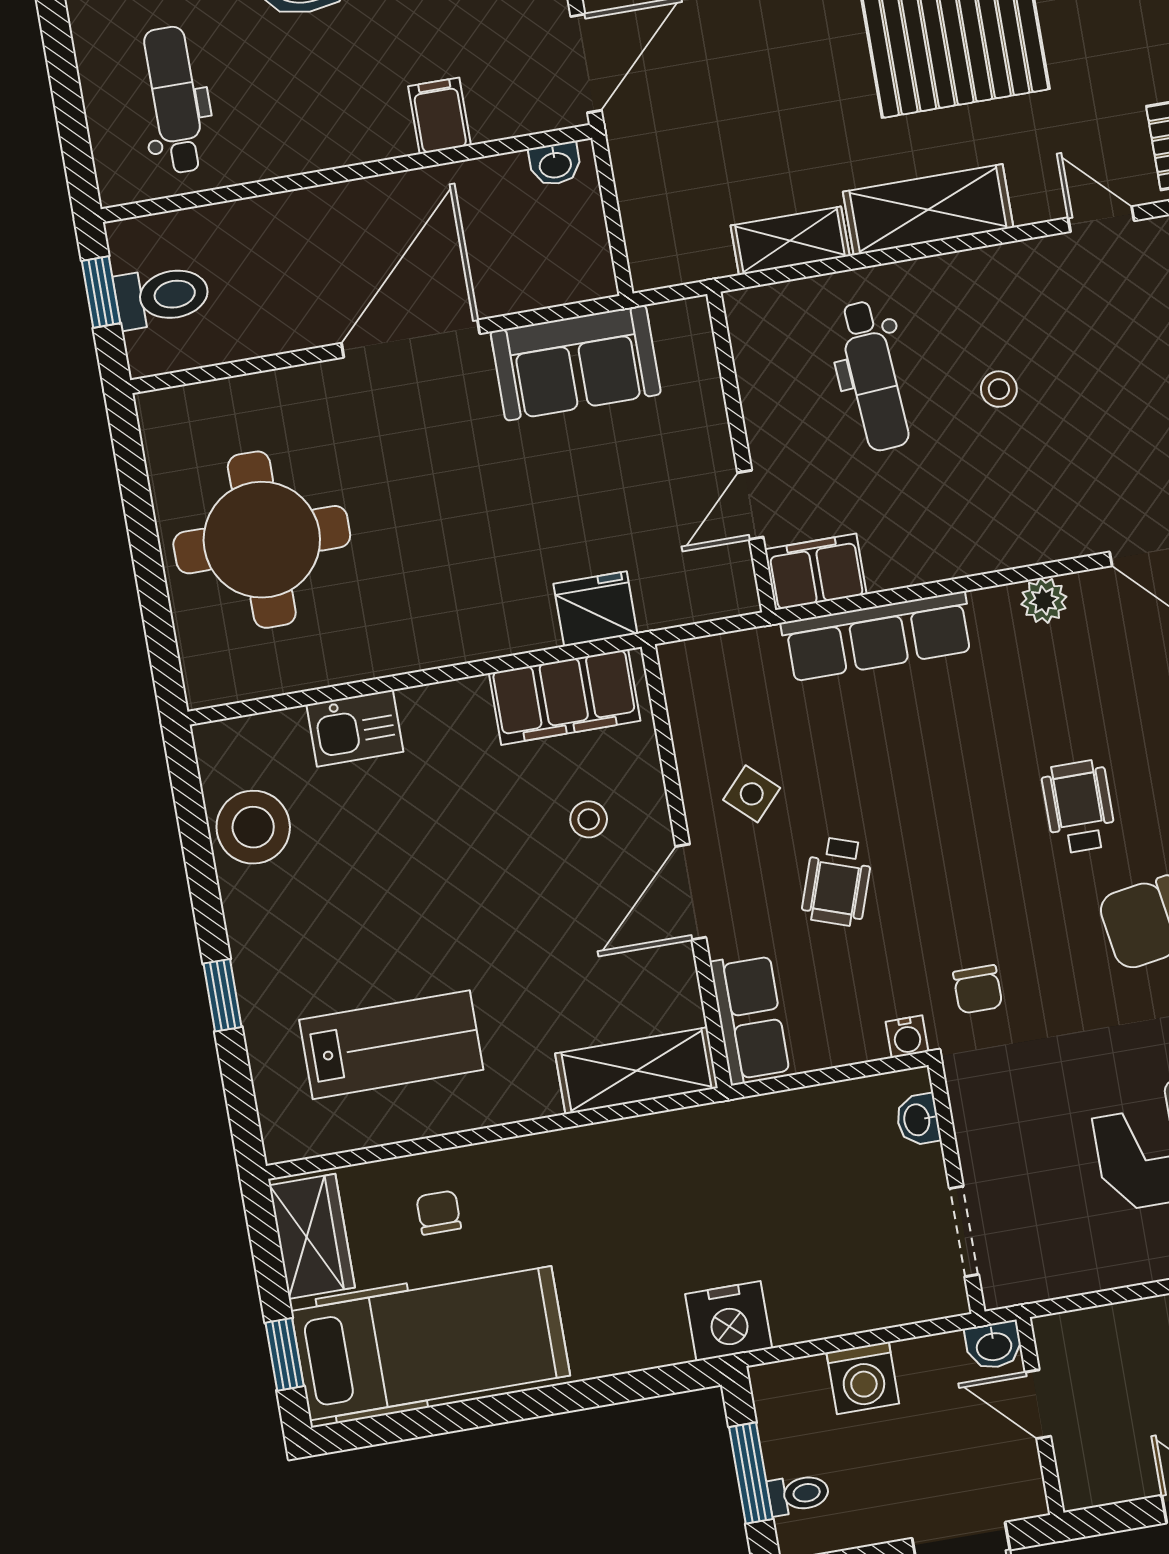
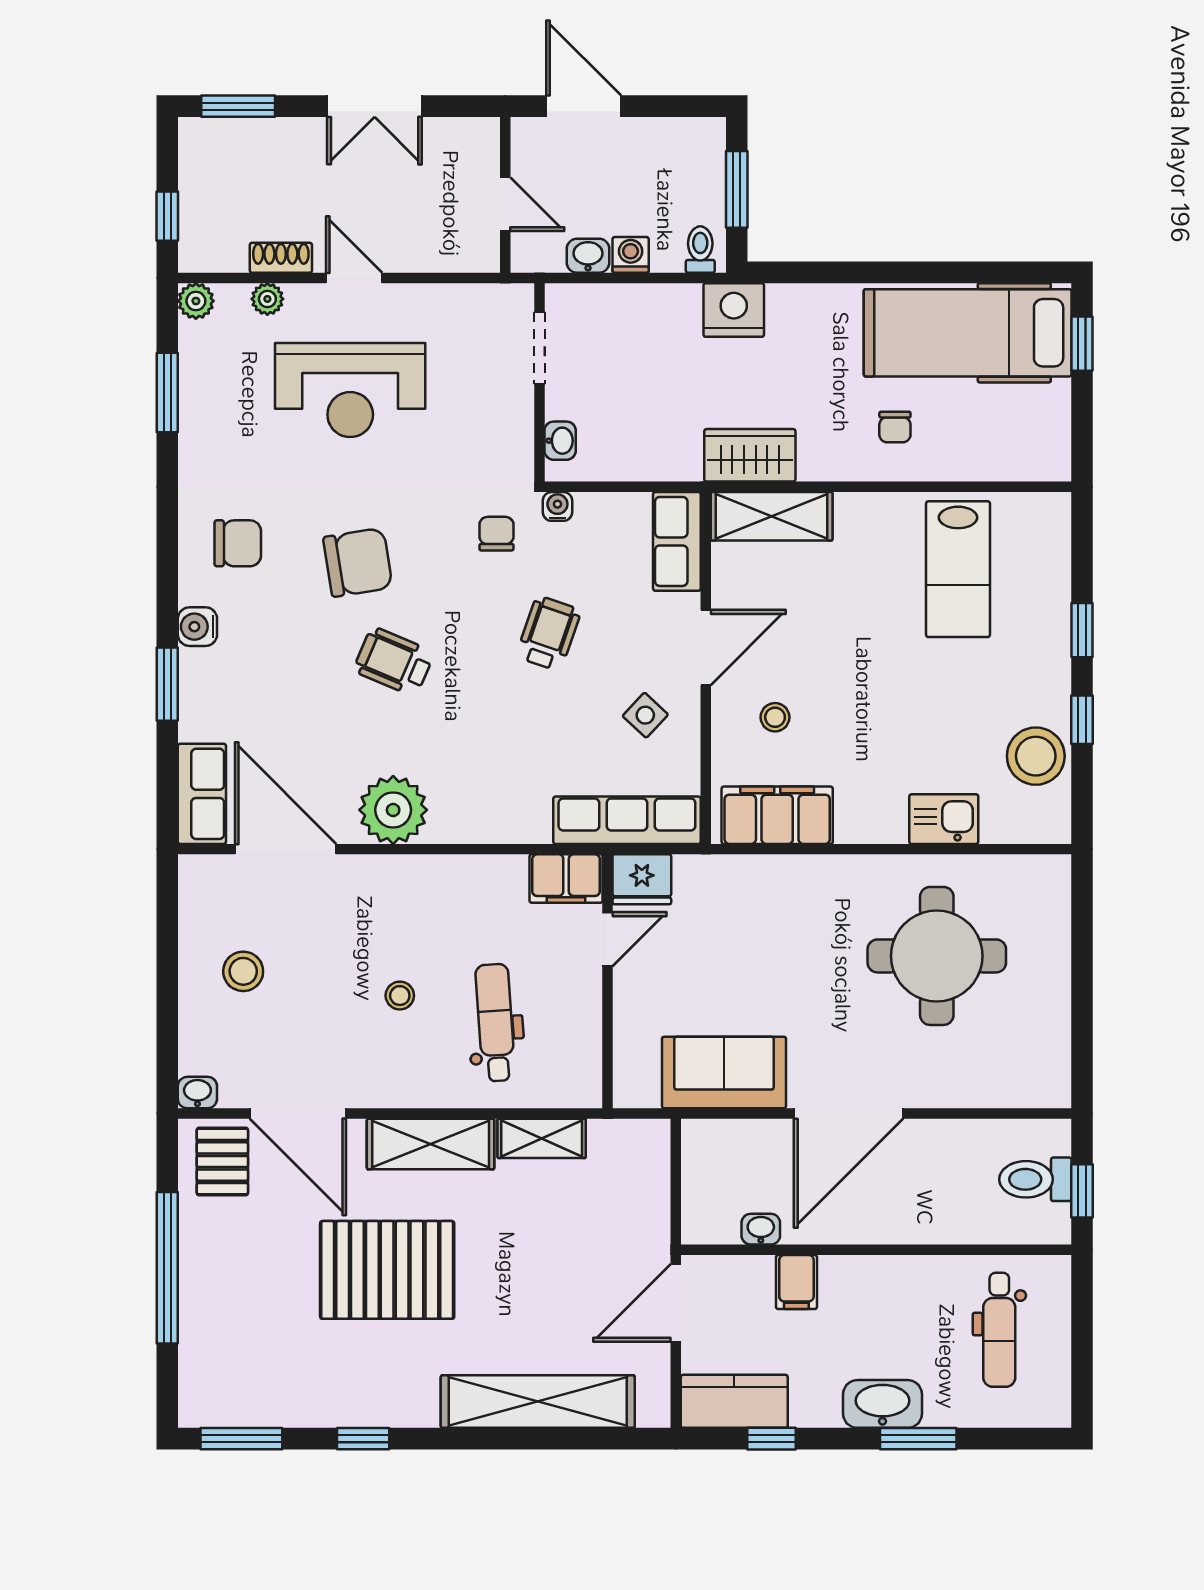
washbasin: (555, 164) -> (761, 1229), moved
door: (1101, 219) -> (298, 1113), width x1.87
round table: (262, 540) -> (937, 956), moved
plant: (1044, 600) -> (393, 810), width x1.87, depth x1.87
fridge: (595, 609) -> (642, 879), moved
row of seats: (878, 636) -> (627, 820), moved
wheelchair: (1079, 807) -> (394, 661), turned 113
wheelchair: (837, 882) -> (549, 633), moved
window: (203, 883) -> (1082, 720), added
lab bench: (391, 1045) -> (958, 569), turned -90
chair: (439, 1213) -> (895, 427), moved
wardrobe: (312, 1236) -> (750, 455), moved, turned 90
washbasin: (994, 1345) -> (588, 256), moved
washing machine: (863, 1378) -> (631, 255), width x0.73, depth x0.73
toilet: (798, 1494) -> (700, 250), moved, turned 90

